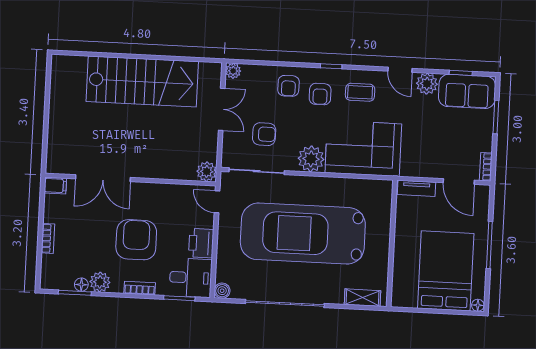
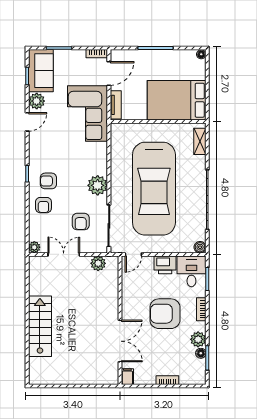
stairs: (142, 82) -> (40, 326), width x0.73, depth x0.66
armchair: (288, 86) -> (43, 205), turned 90
coffee table: (360, 92) -> (46, 151), removed
armchair: (320, 94) -> (48, 181), turned 180
armchair: (264, 134) -> (81, 222), turned 180
corner sofa: (363, 148) -> (88, 114), moved
plant: (207, 172) -> (98, 263), moved
bed: (446, 271) -> (177, 100), moved

